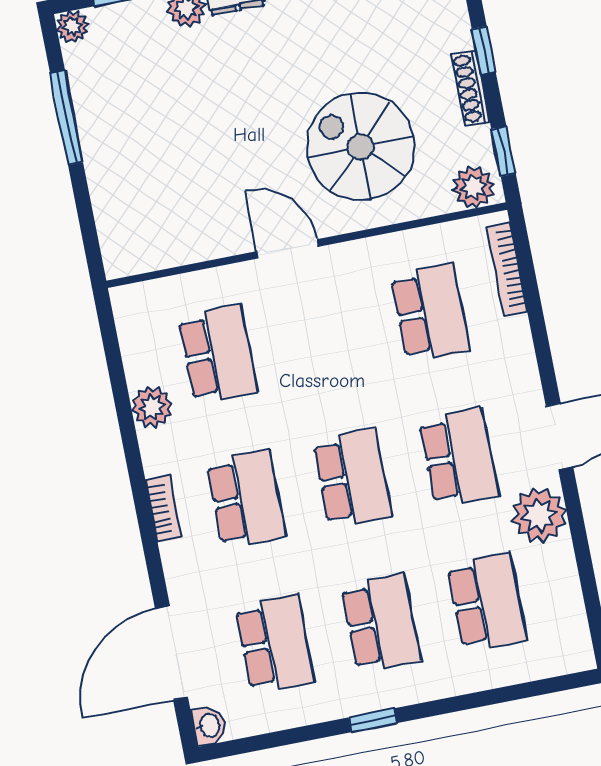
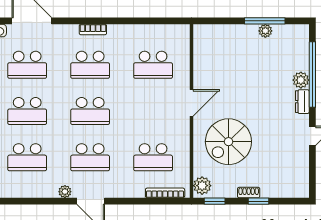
plant: (72, 27) -> (265, 31), moved
shoe rack: (471, 88) -> (249, 193), width x0.70
spiral stairs: (361, 146) -> (228, 142), turned 180
plant: (152, 407) -> (136, 33), removed
plant: (539, 515) -> (65, 192), width x0.53, depth x0.53

